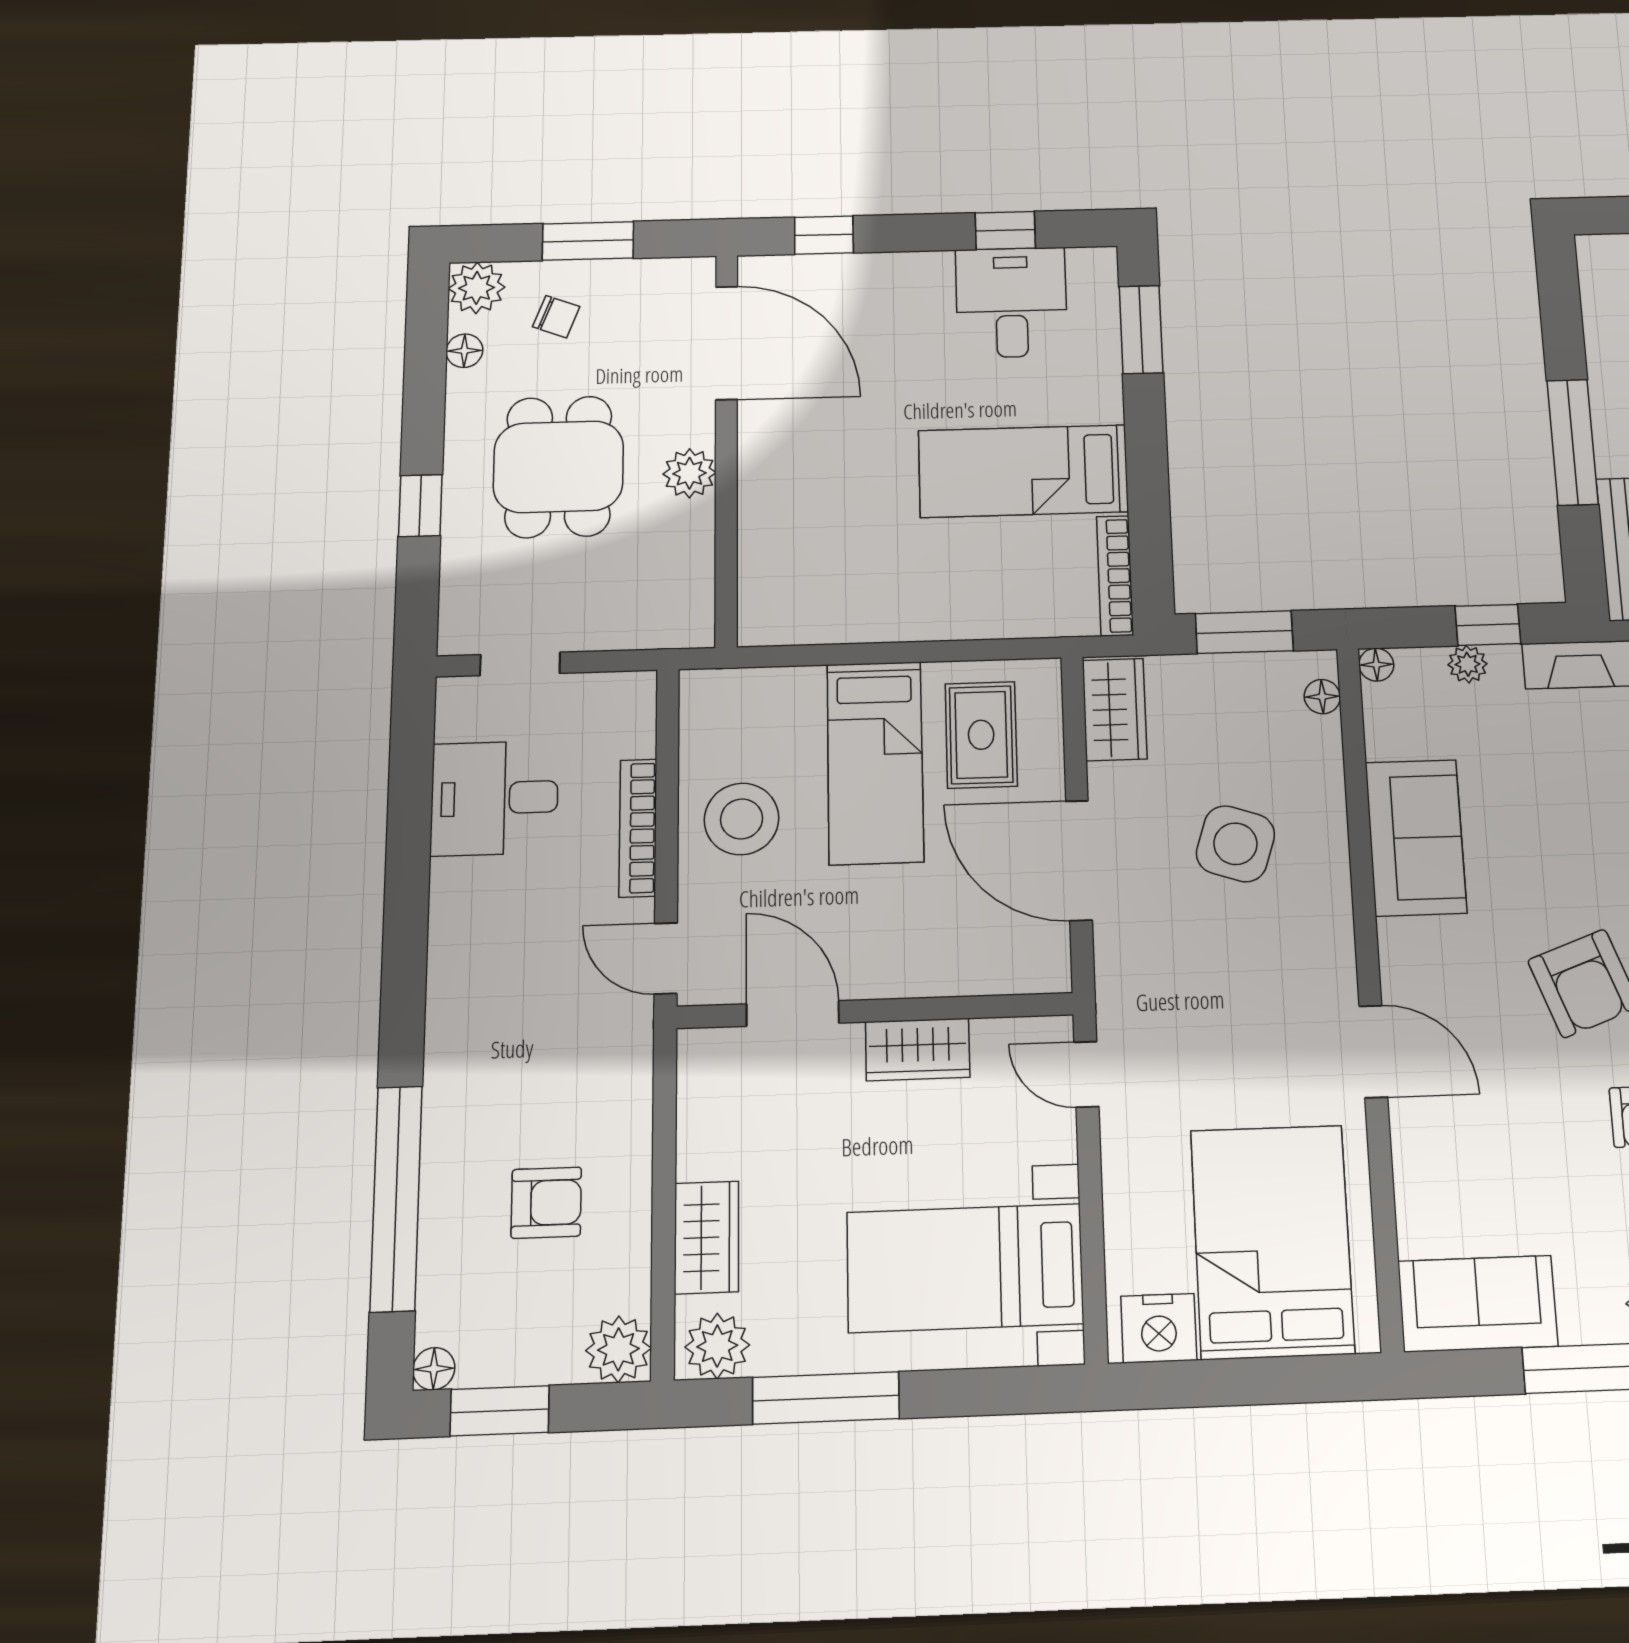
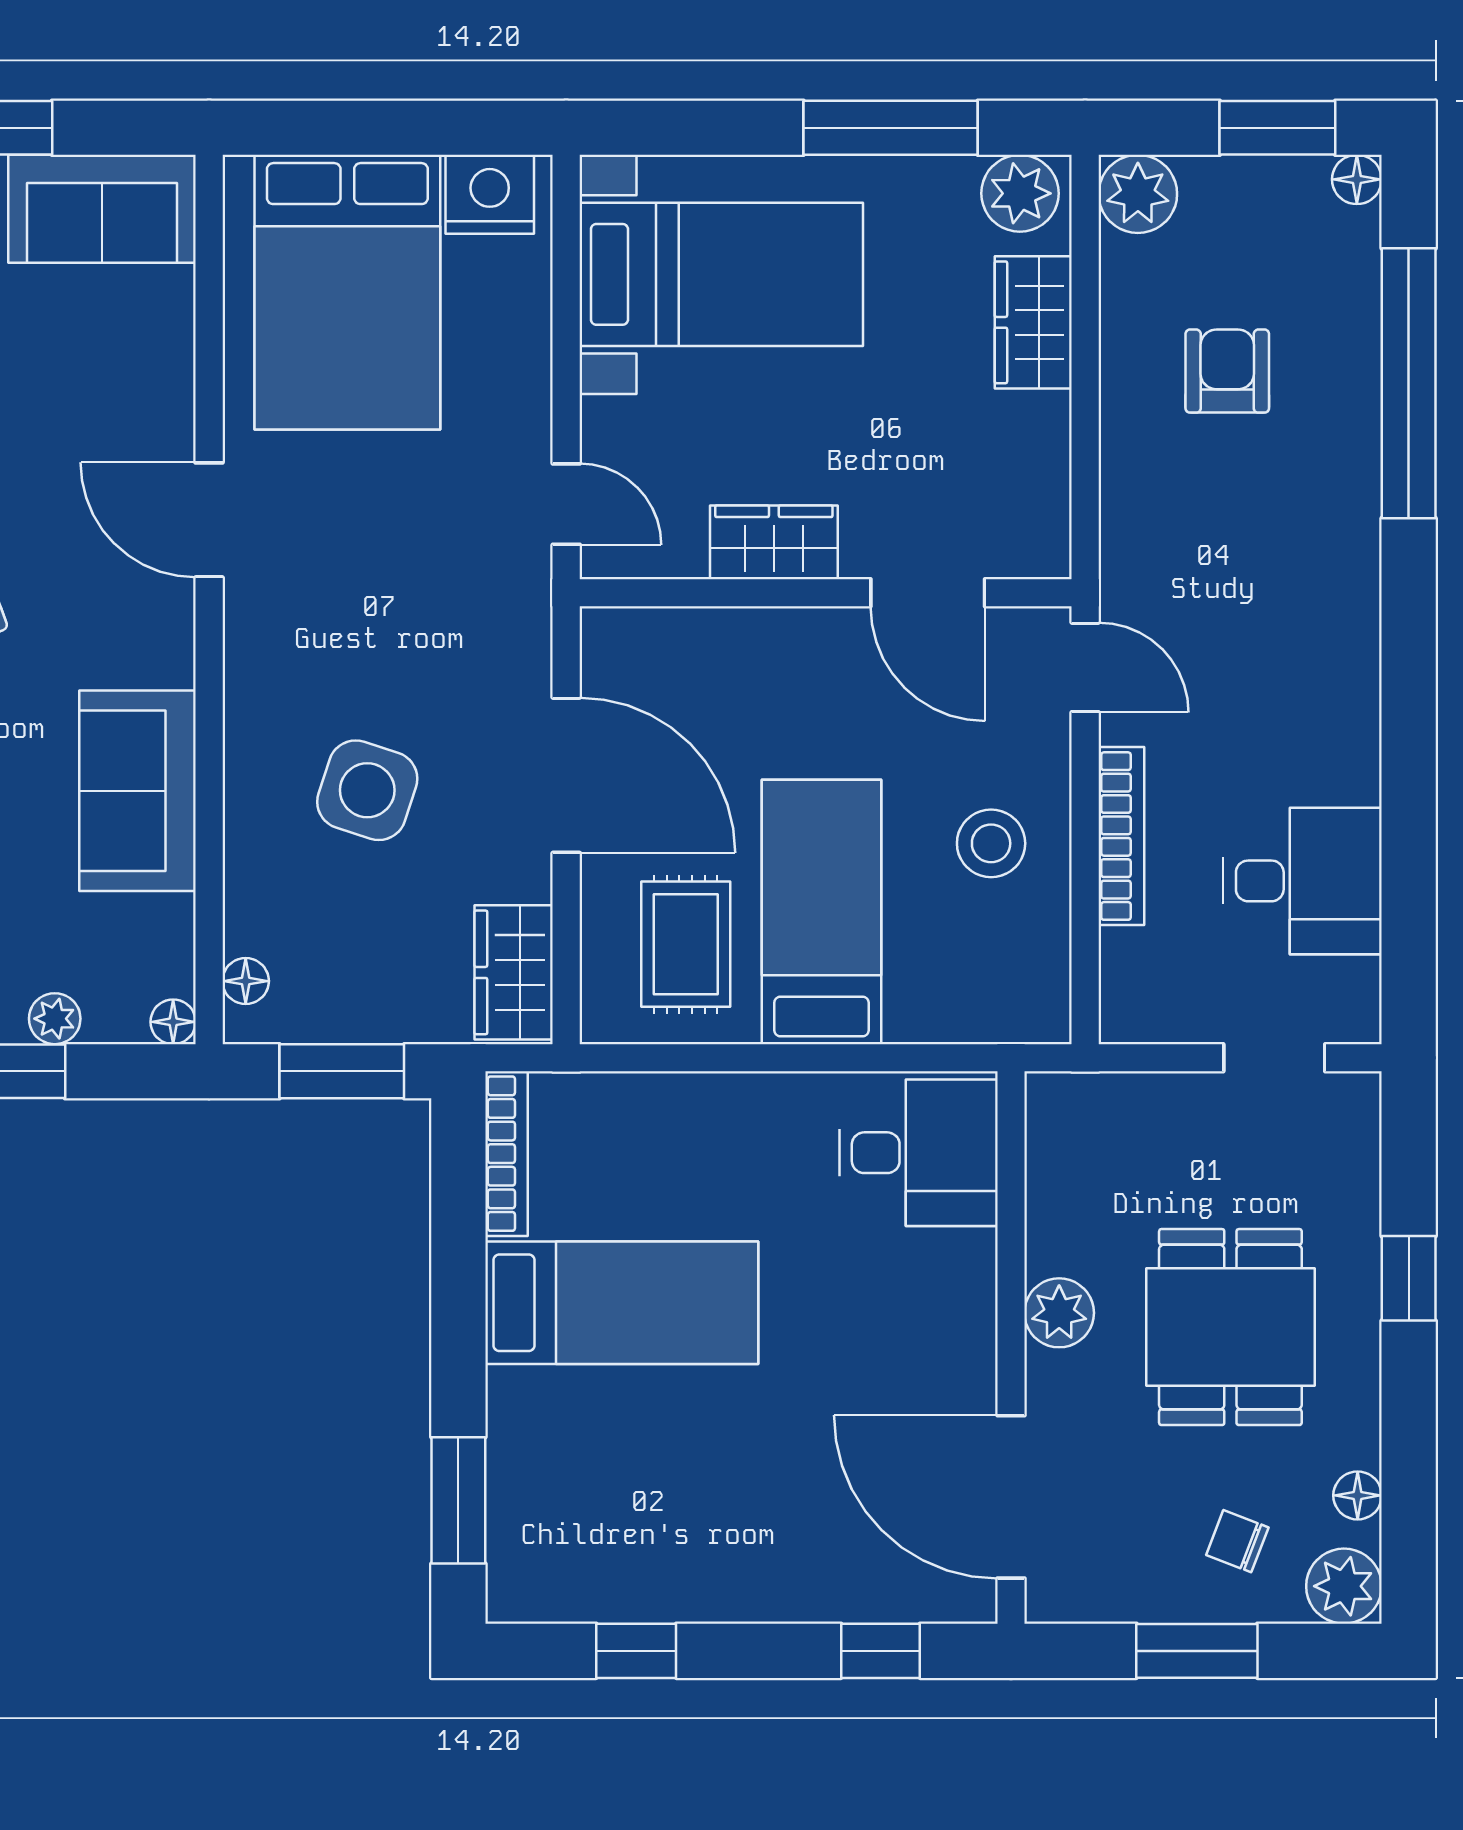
desk: (1011, 302) -> (918, 1153), moved, turned -90
stool: (742, 819) -> (991, 843), width x0.73, depth x0.73
armchair: (546, 1203) -> (1227, 371), turned 90

